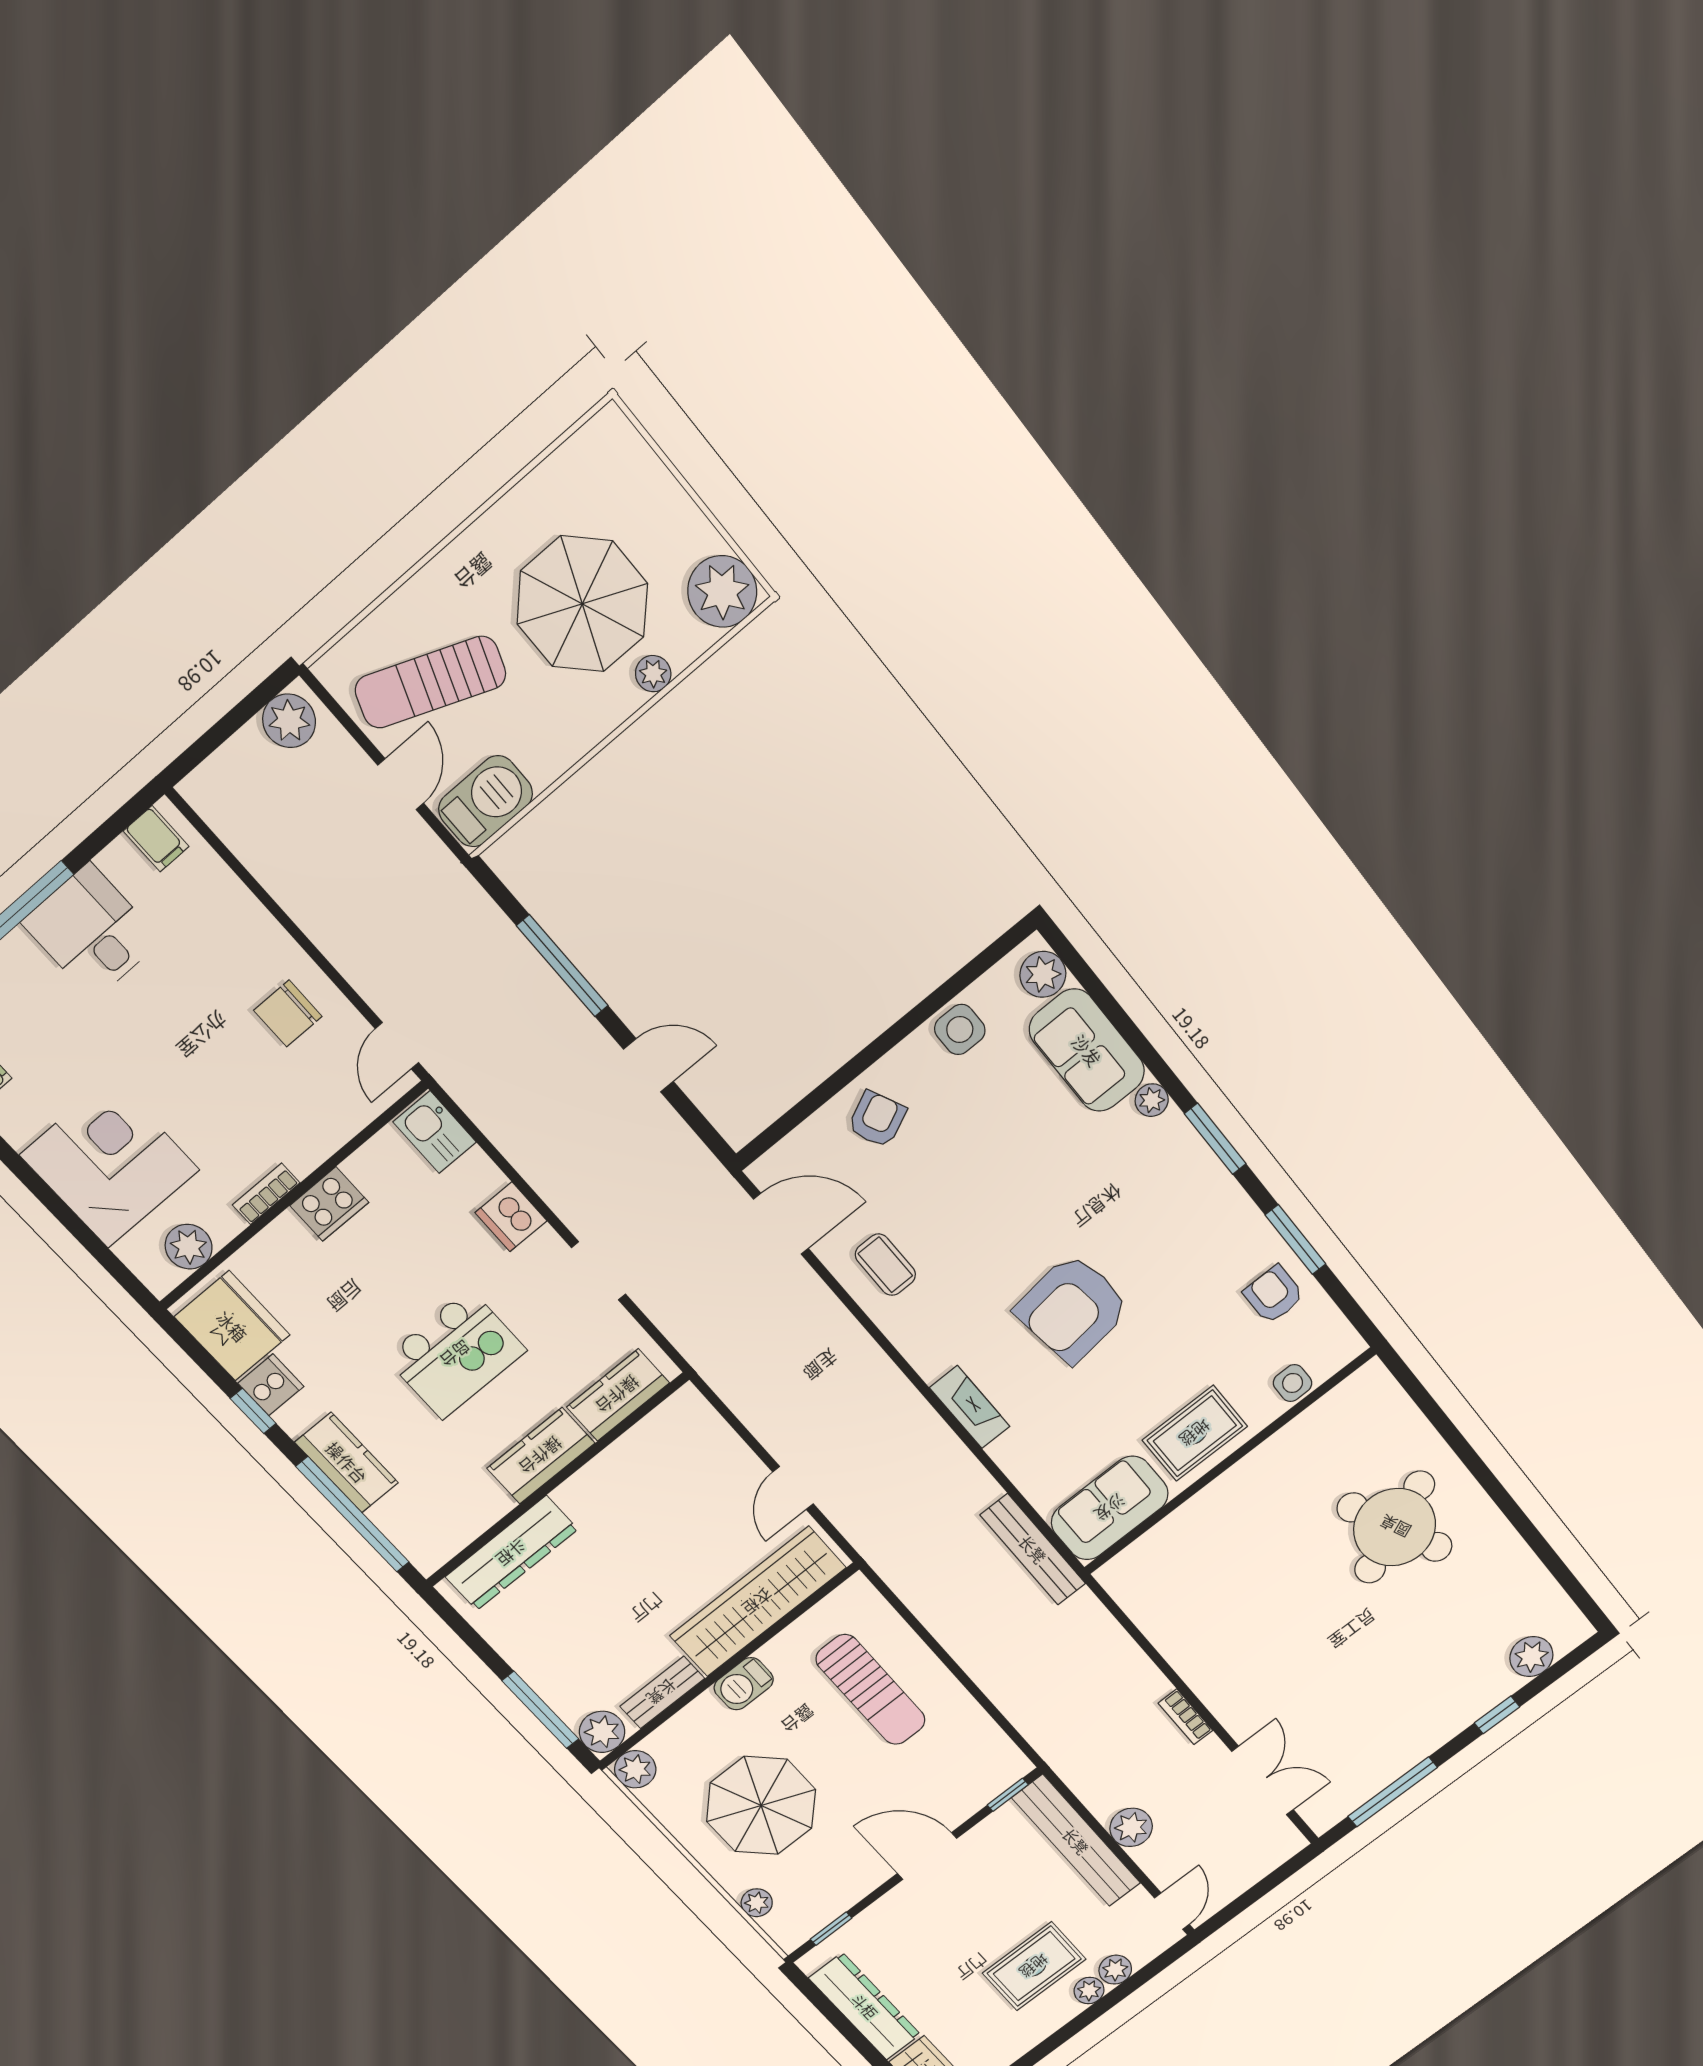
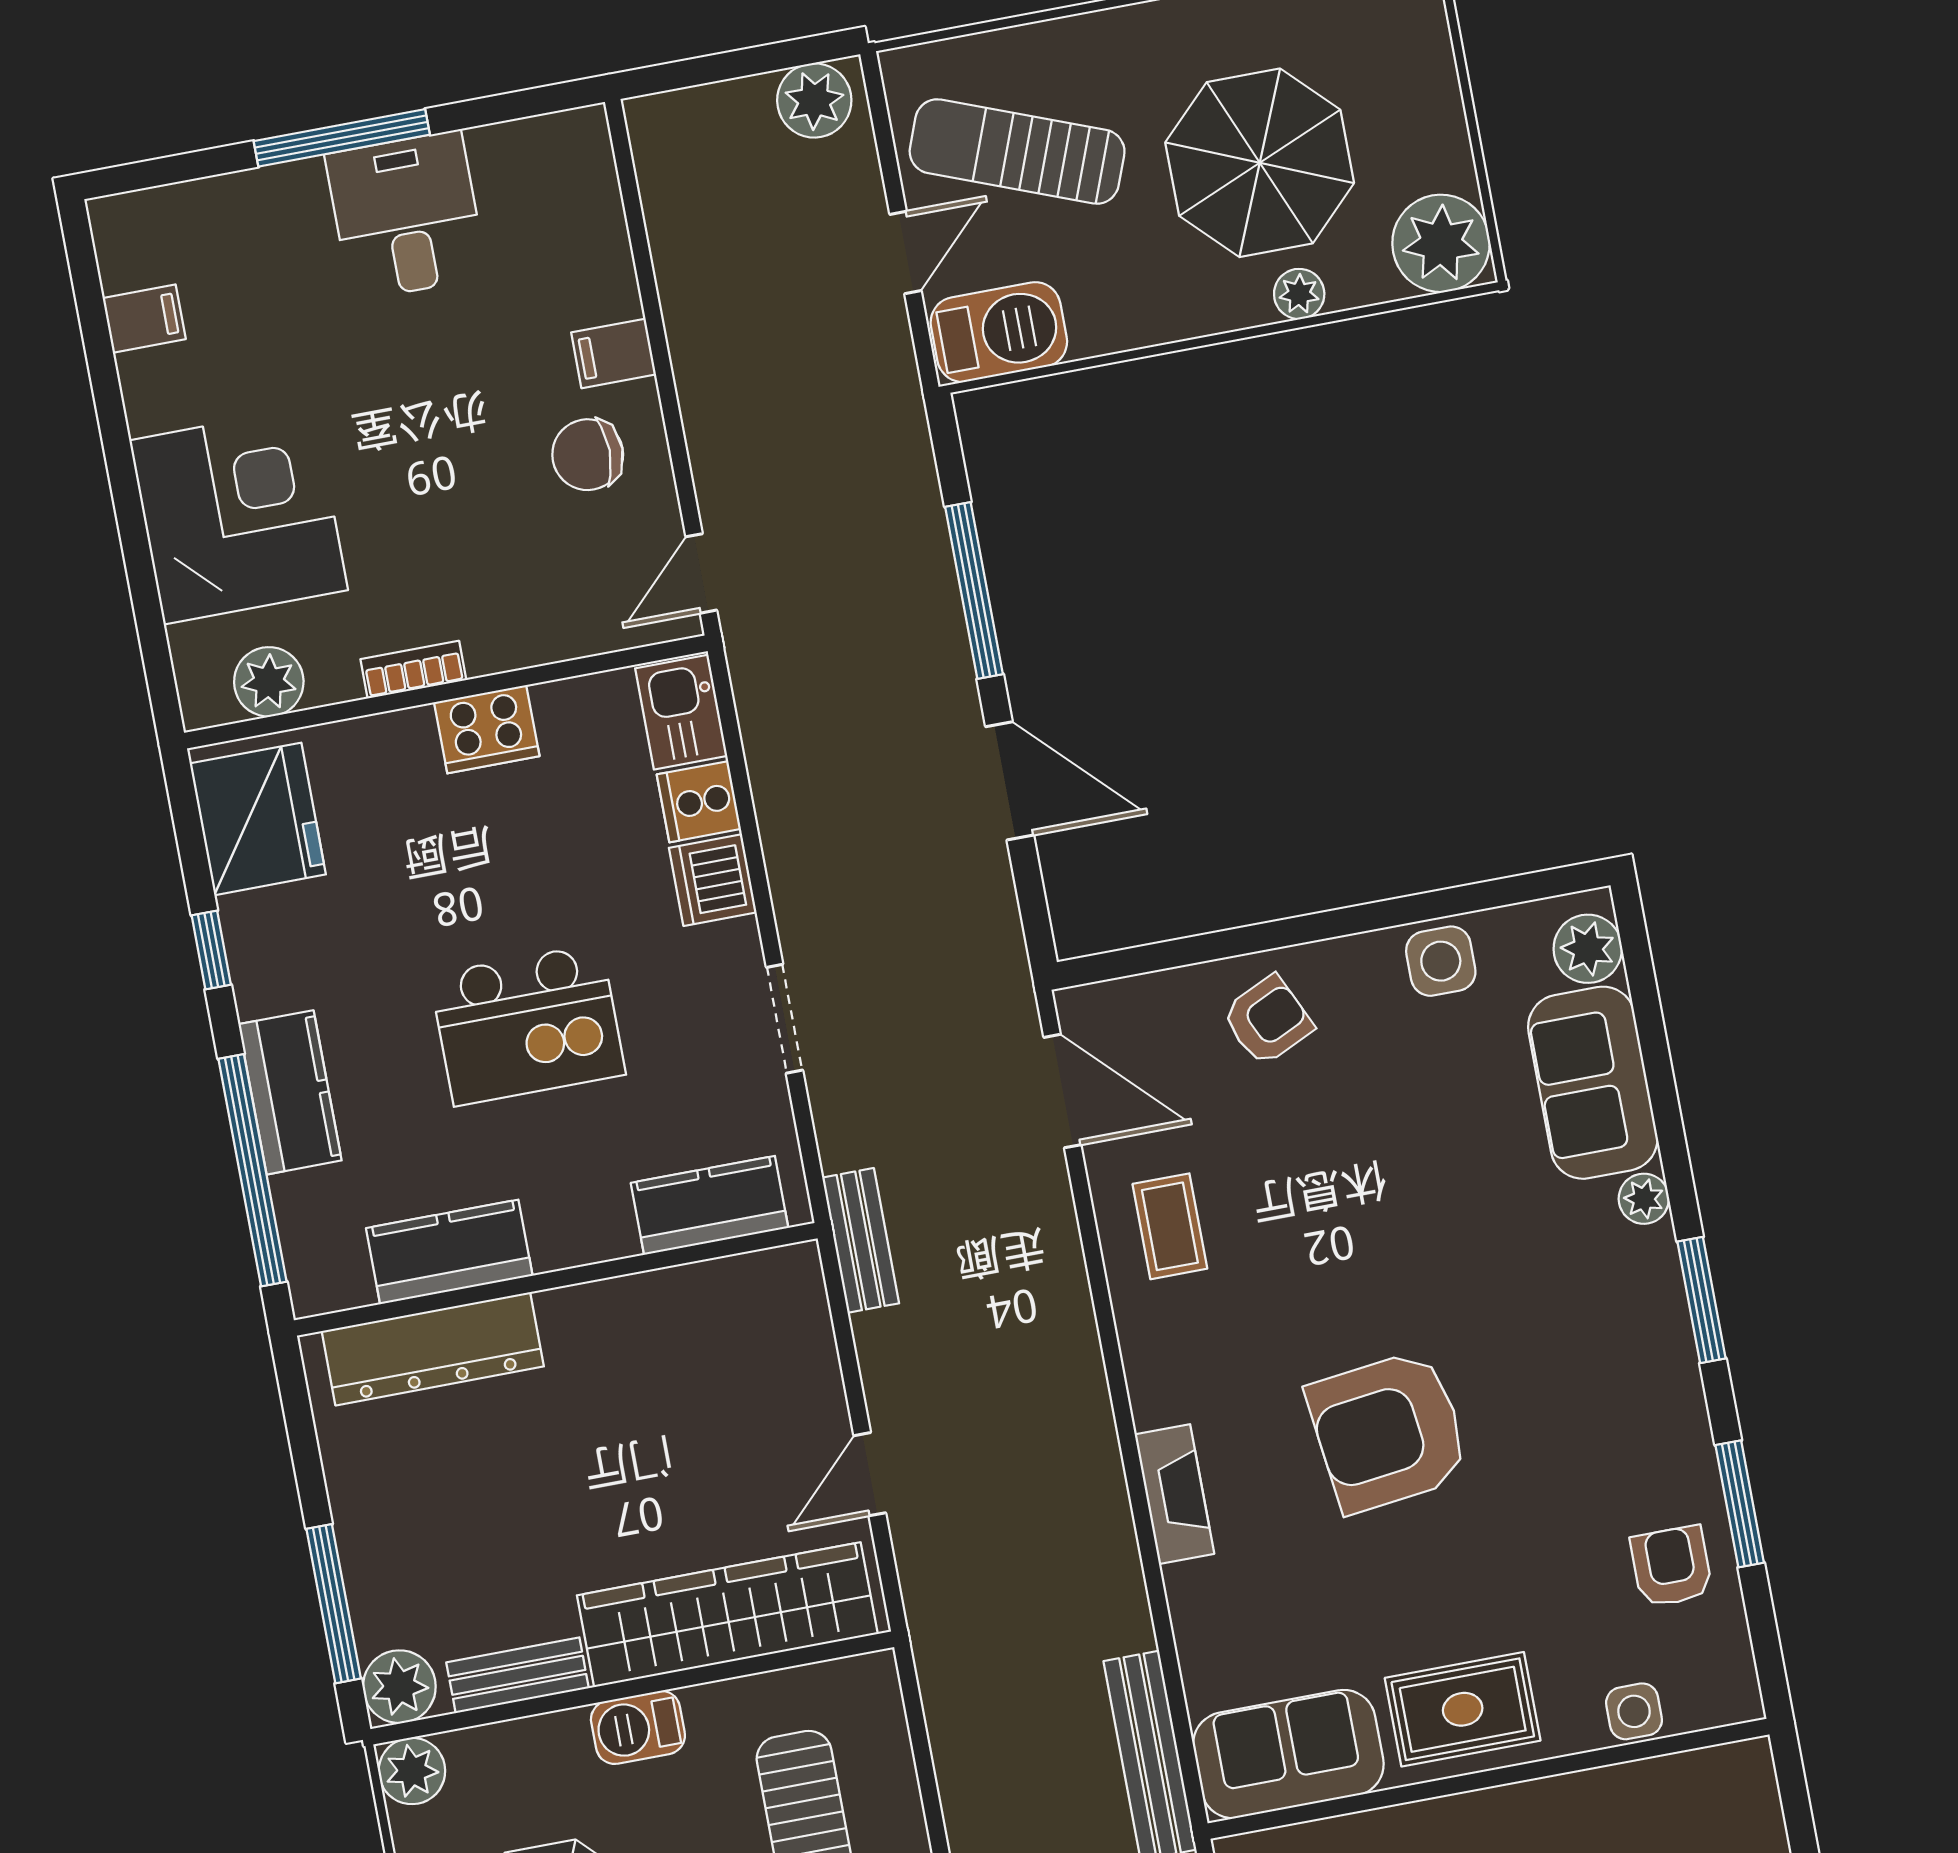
filing cabinet: (156, 839) -> (614, 353), moved, turned 90
door: (648, 1065) -> (1010, 781), width x1.38
bench: (714, 1368) -> (861, 1240), added
cooker: (271, 1385) -> (699, 802), moved, turned 180
kitchen counter: (541, 1456) -> (449, 1252), moved

